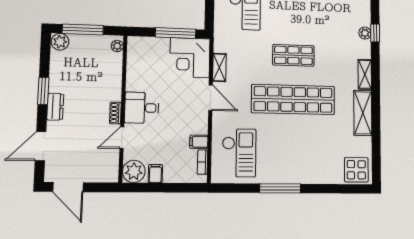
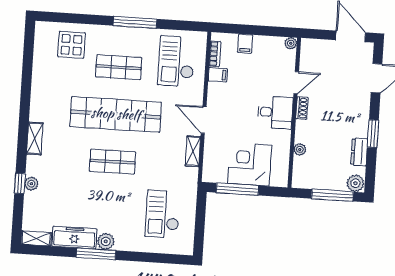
plant: (117, 46) -> (300, 149), moved
corner desk: (190, 58) -> (250, 164), moved, turned -90
dresser: (55, 107) -> (359, 152), moved
shelving: (363, 113) -> (40, 97), removed
shop shelf: (293, 144) -> (119, 67), added
display table: (356, 170) -> (71, 45), moved
plant: (134, 171) -> (291, 43), width x0.53, depth x0.53
filing cabinet: (155, 174) -> (245, 44), moved

